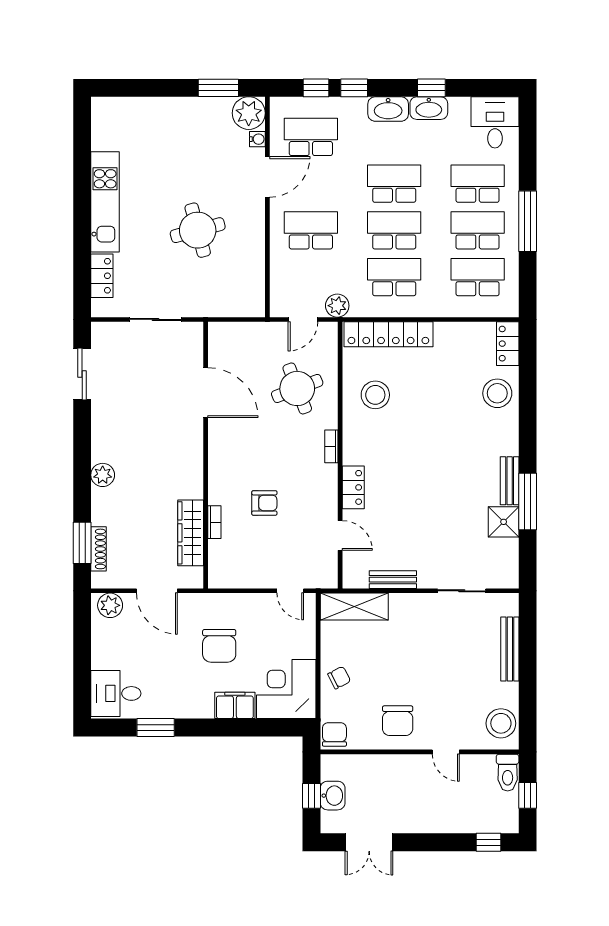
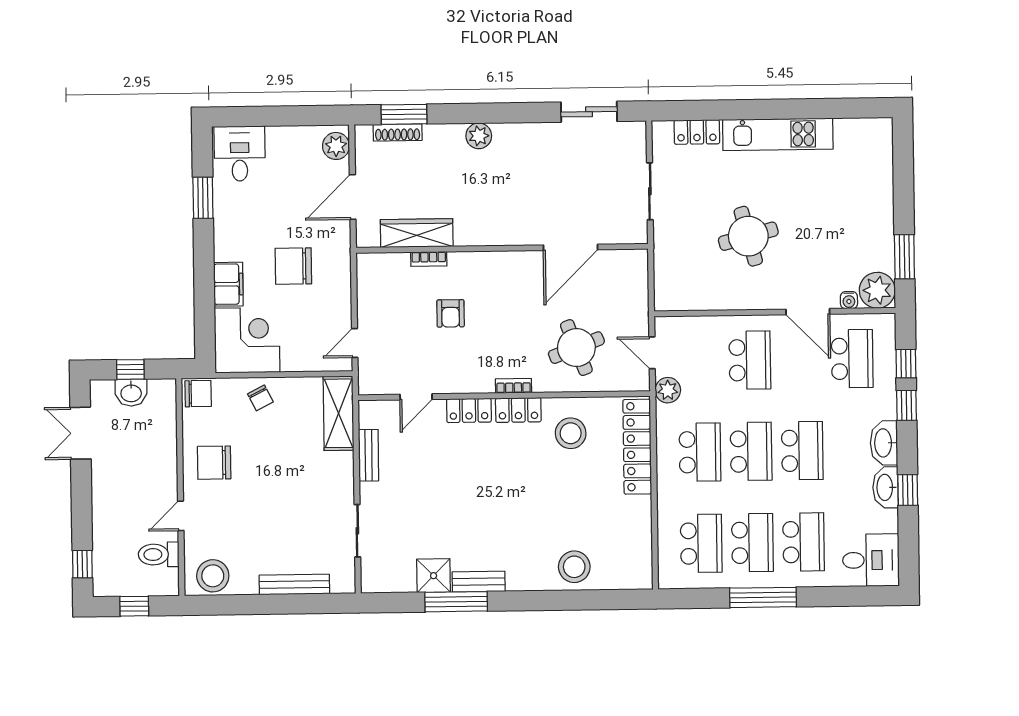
locker: (508, 344) -> (518, 410), moved, turned 180
toilet: (508, 773) -> (159, 554), moved

